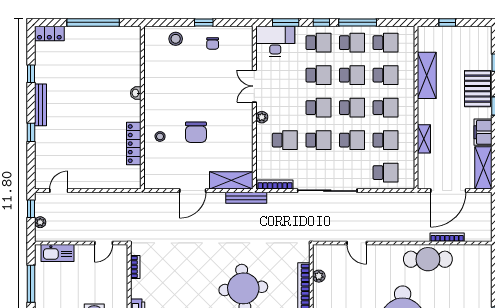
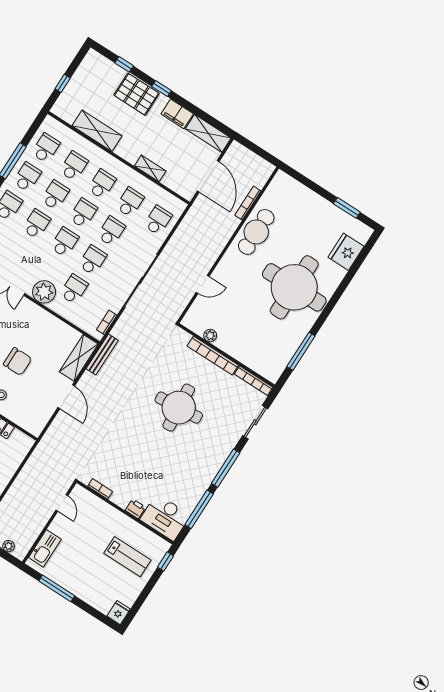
plant: (262, 117) -> (44, 292), width x1.87, depth x1.87
bookcase: (275, 185) -> (107, 322), width x0.64

